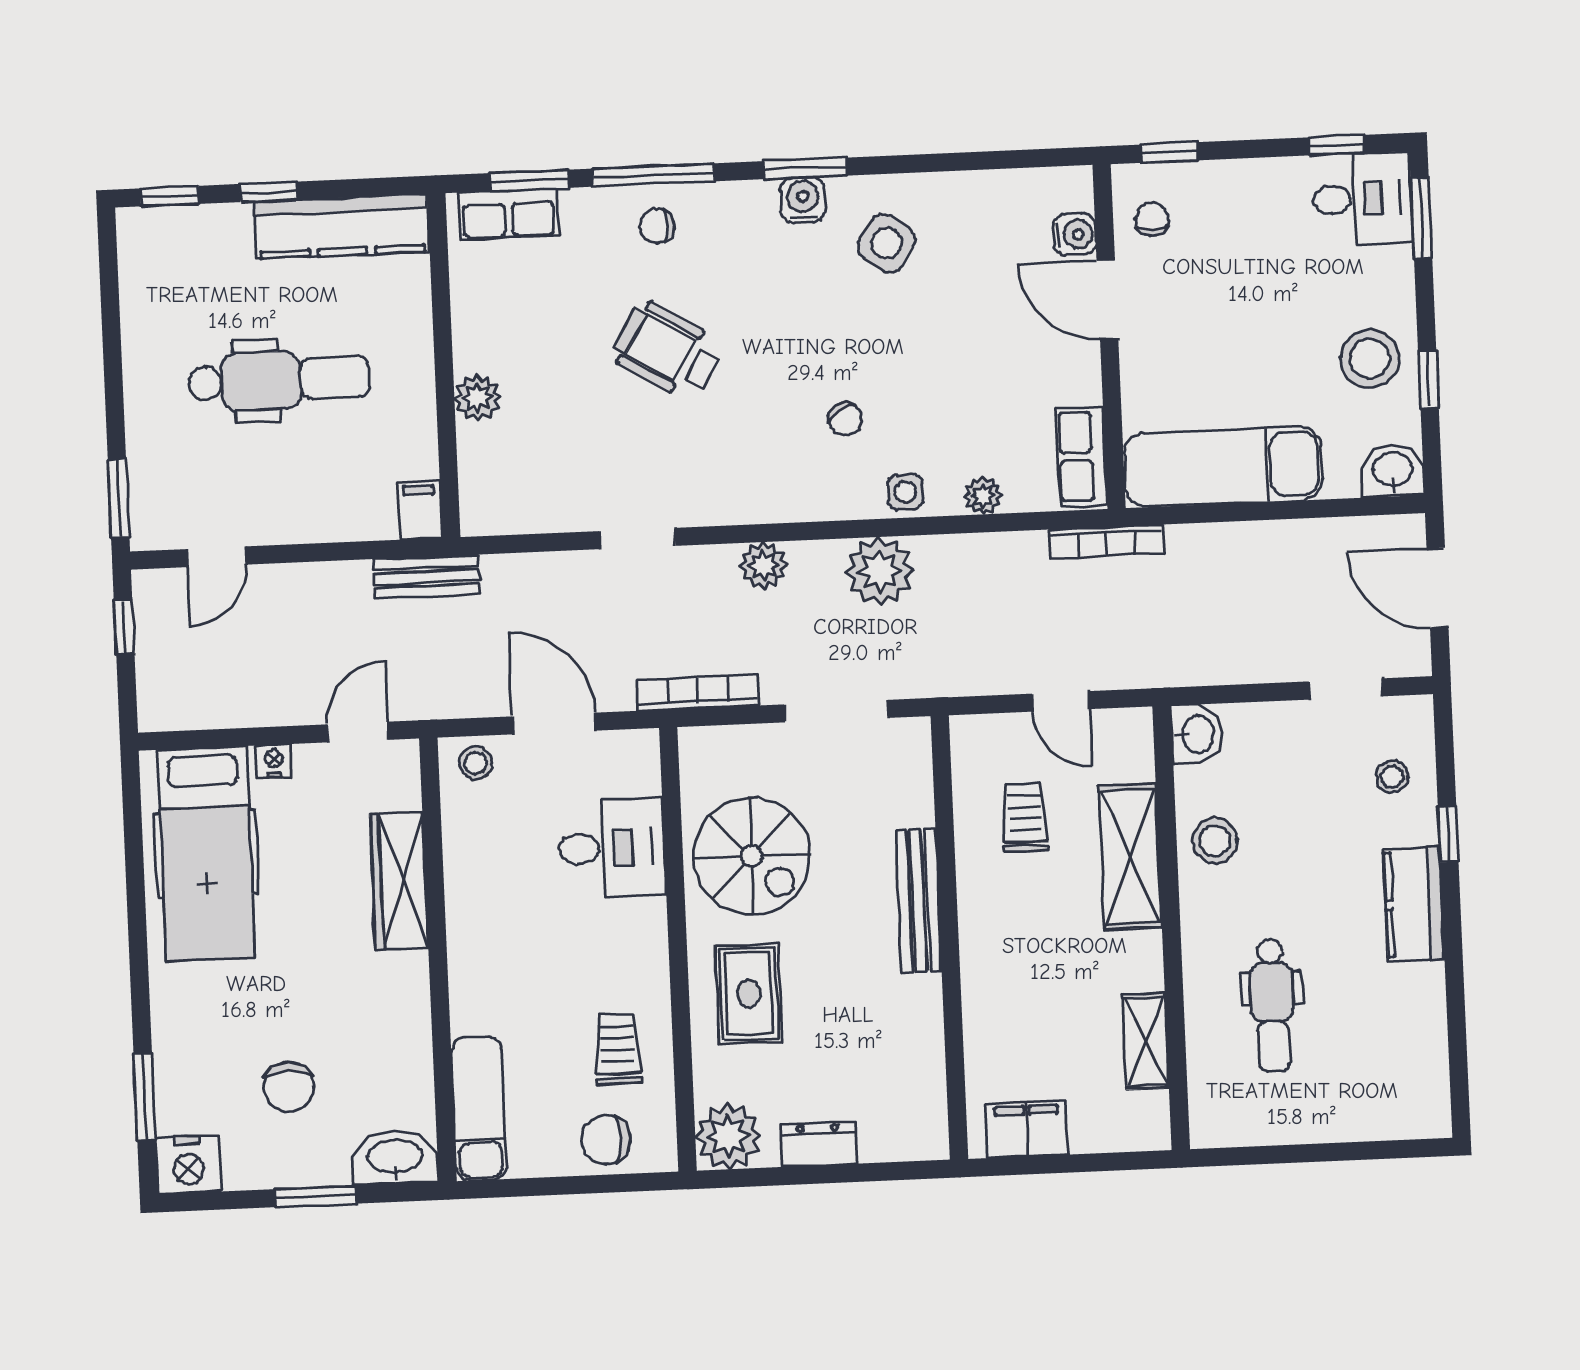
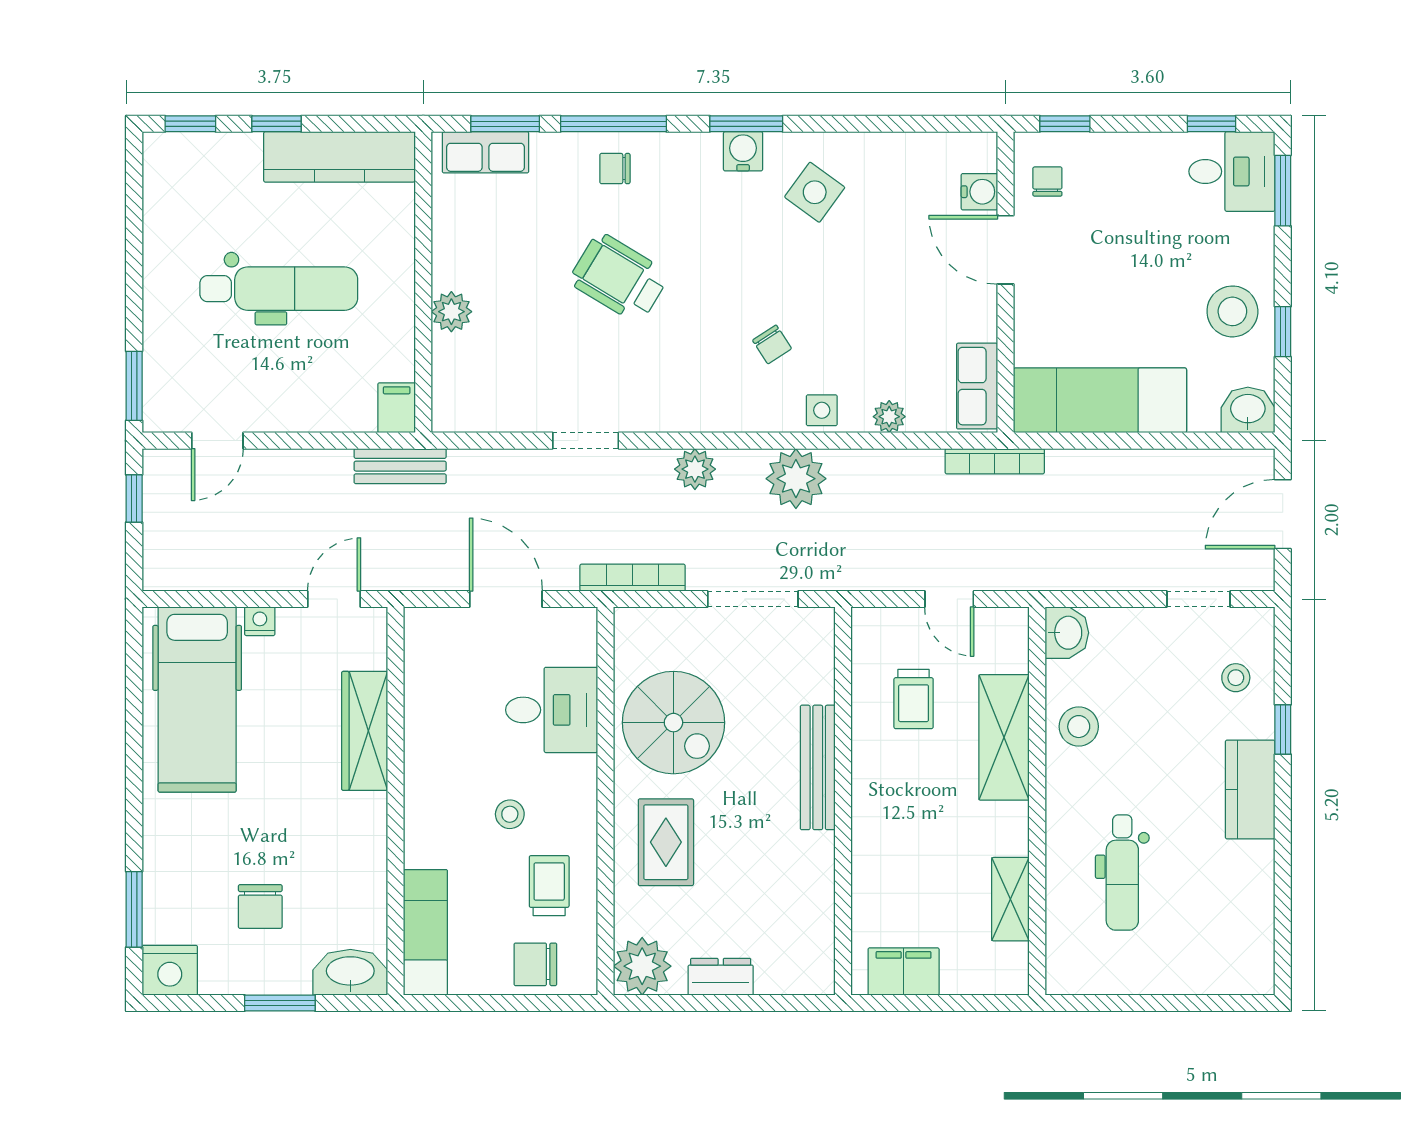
door: (1437, 588) -> (1283, 514), hinge flipped
stool: (476, 763) -> (510, 814), moved
trolley: (1025, 817) -> (914, 699), turned 180

